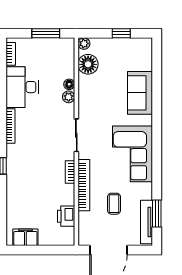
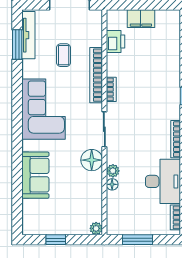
floor lamp: (88, 64) -> (92, 160), moved
filing cabinet: (25, 237) -> (141, 19), moved

